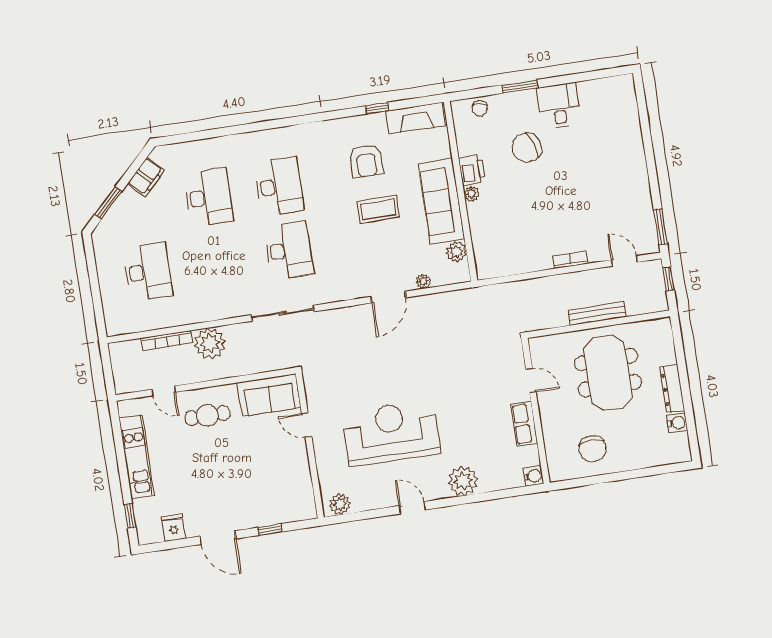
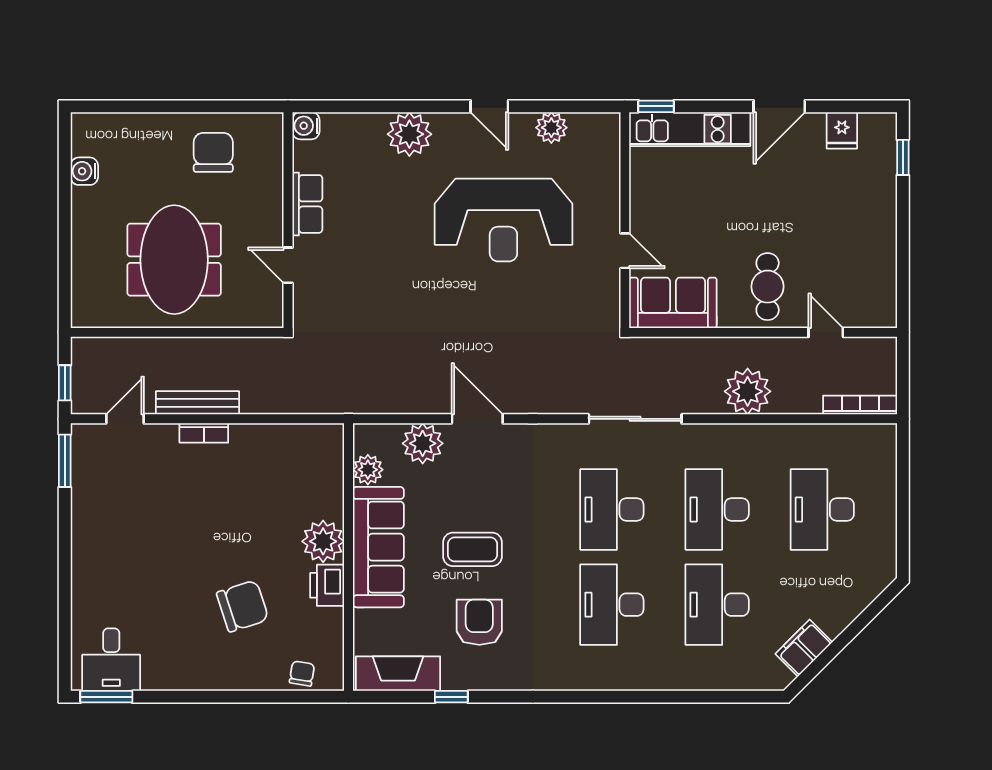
window: (520, 86) -> (106, 697), moved
desk: (559, 106) -> (111, 660), moved
plant: (472, 194) -> (323, 541), width x1.87, depth x1.87
window: (108, 203) -> (865, 619), removed
desk: (218, 261) -> (717, 509), added
door: (624, 261) -> (125, 419), swing flipped
plant: (423, 281) -> (423, 443), width x1.87, depth x1.87
door: (388, 297) -> (477, 419), hinge flipped
bench: (597, 313) -> (198, 403), moved
bookcase: (167, 340) -> (860, 405), moved
dresser: (672, 389) -> (84, 222), removed
cafe table: (207, 416) -> (768, 287), turned 90
kitchen unit: (136, 456) -> (690, 129), moved, turned -90
plant: (340, 504) -> (551, 128), moved
window: (270, 530) -> (656, 106), moved
door: (218, 538) -> (779, 106), swing flipped

